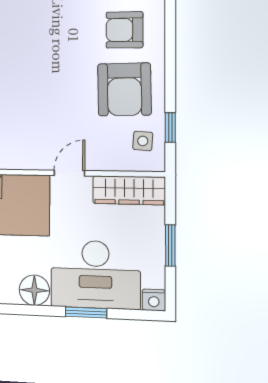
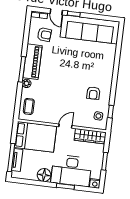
armchair: (124, 30) -> (96, 68), removed
armchair: (124, 89) -> (93, 93), width x0.53, depth x0.53

